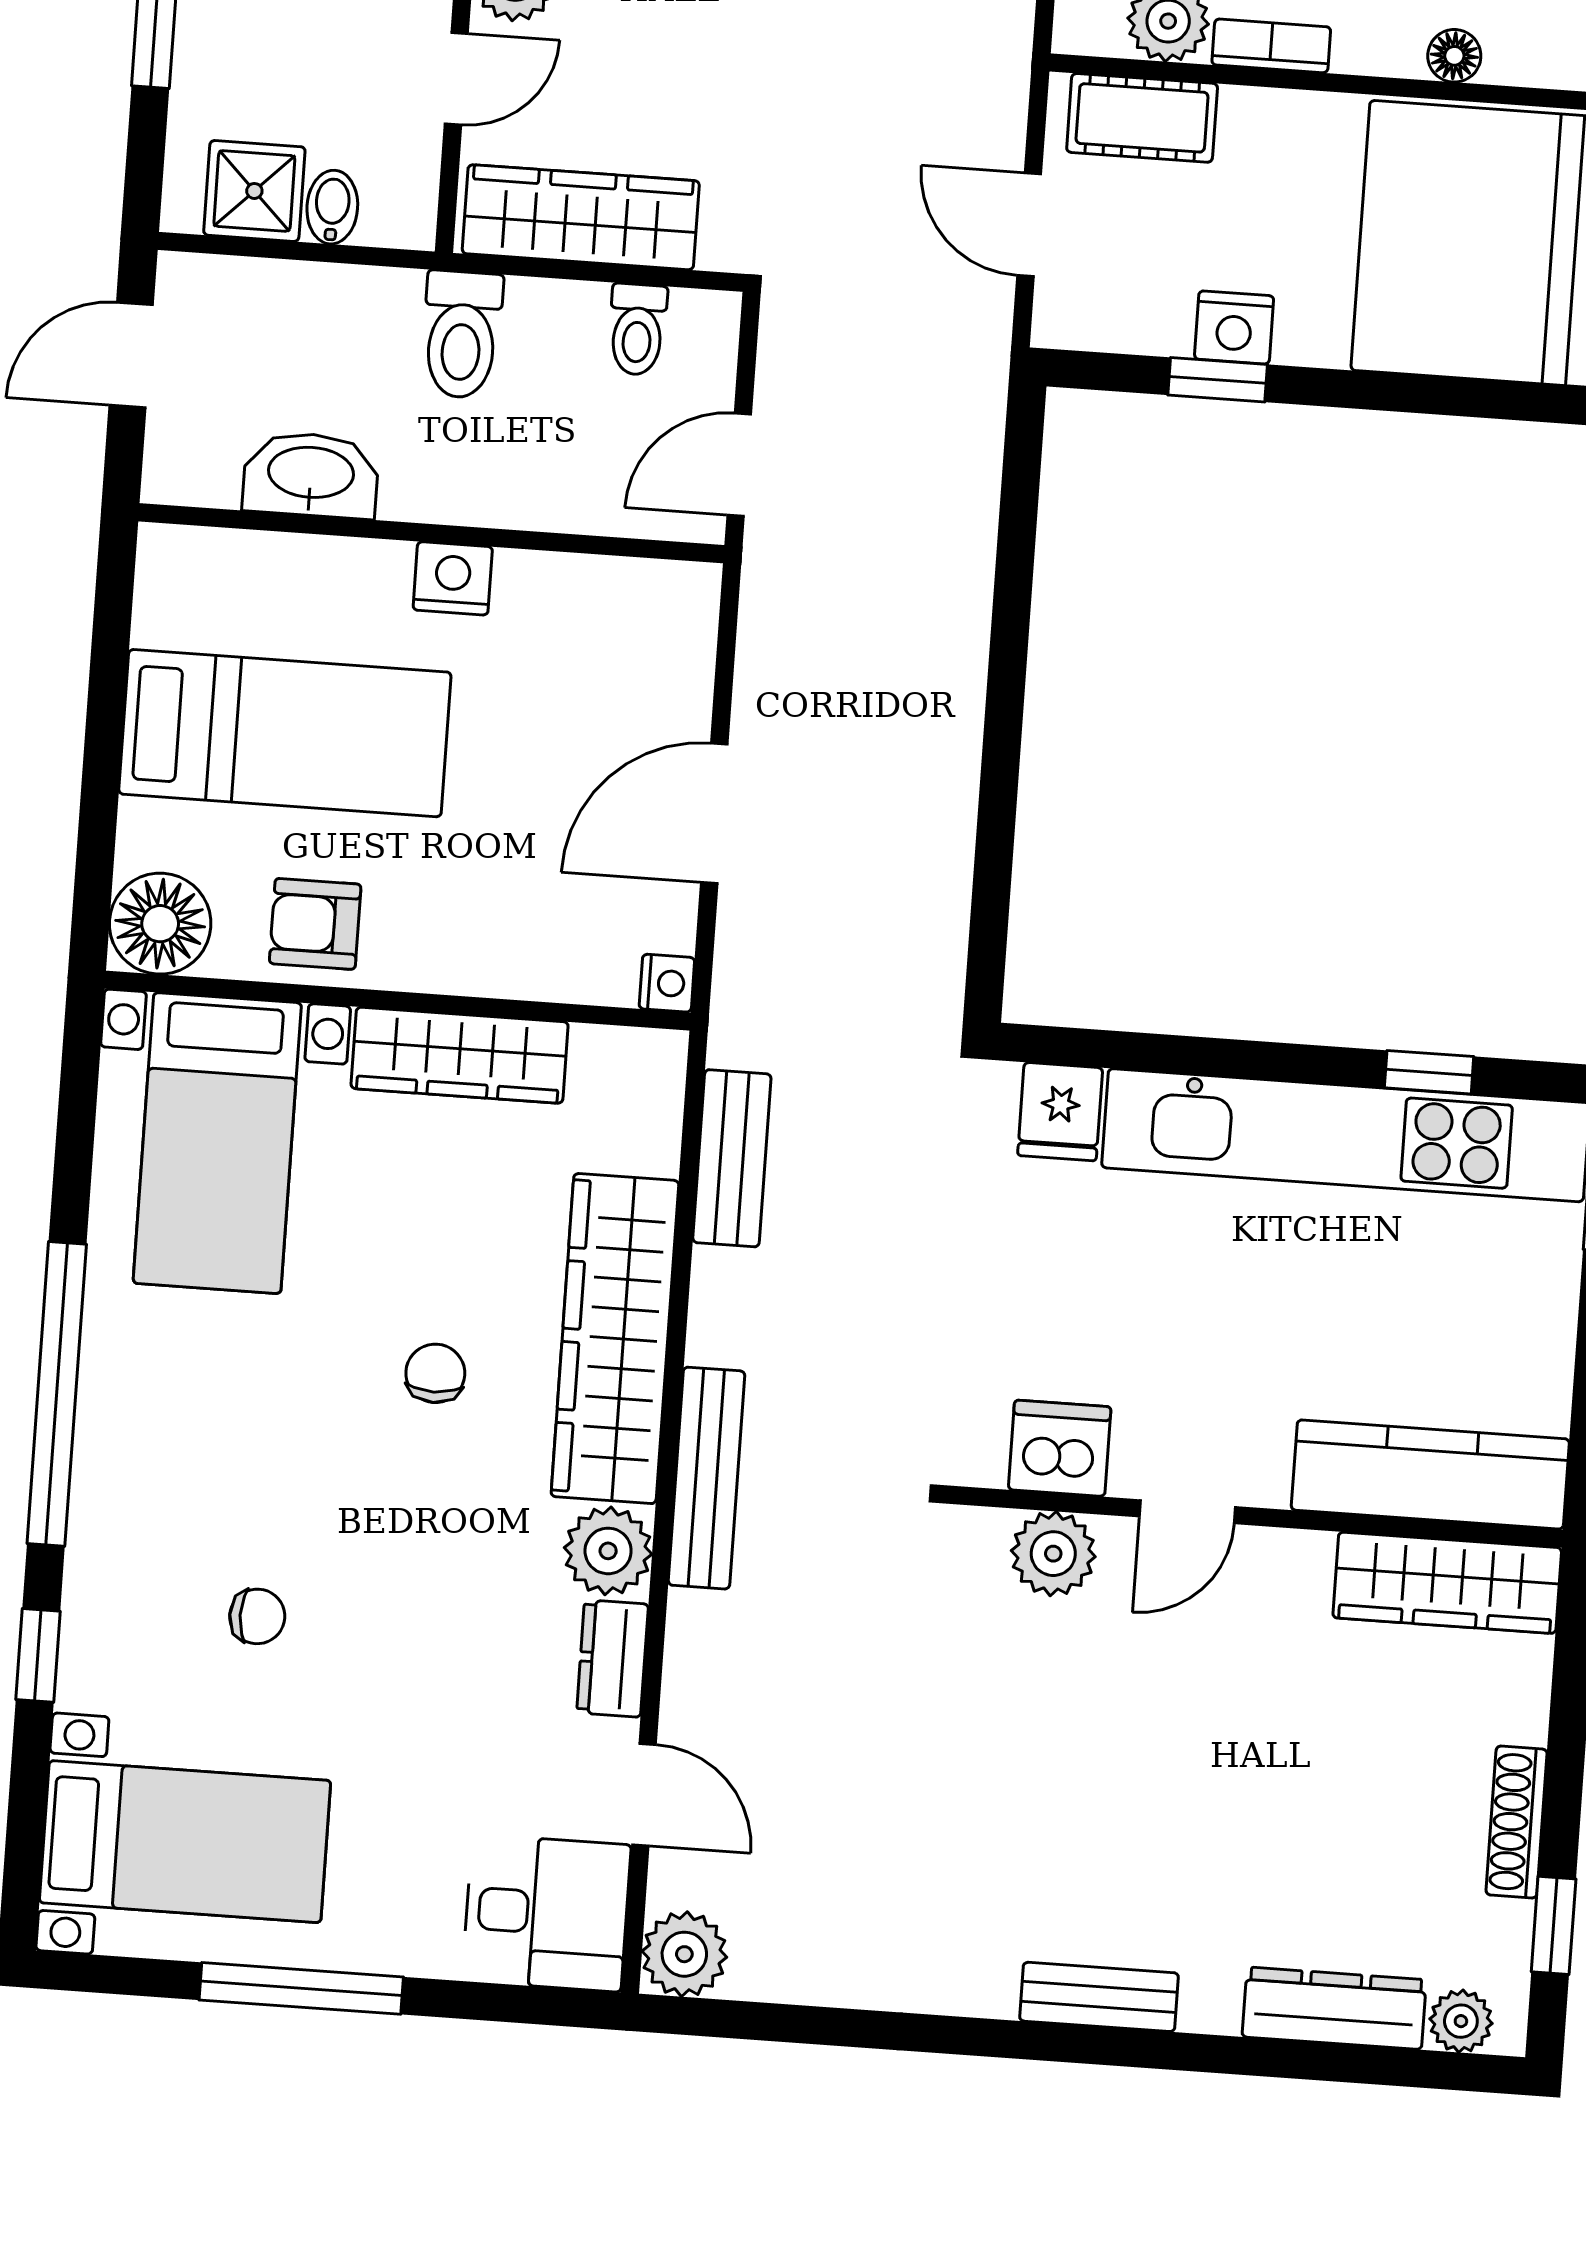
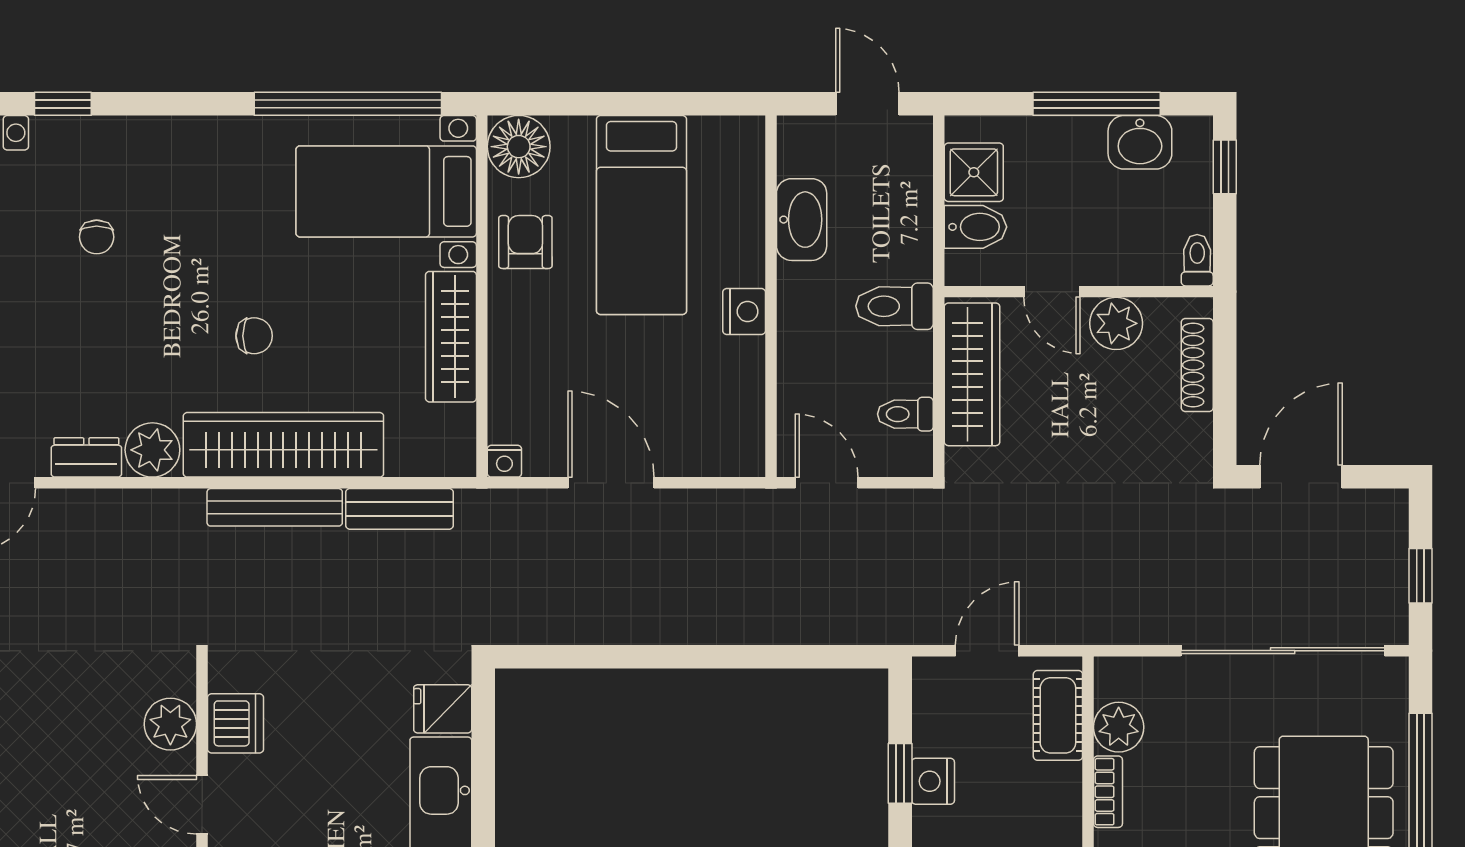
bidet: (332, 207) -> (976, 227), width x1.38, depth x1.36
window: (57, 1394) -> (348, 104), moved
bench: (706, 1478) -> (275, 507), moved

